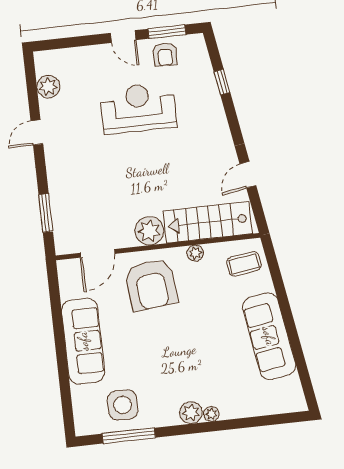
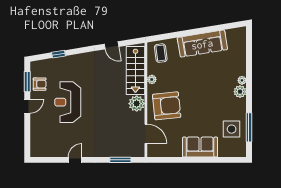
plant: (48, 87) -> (50, 151), removed
door: (37, 132) -> (75, 160), swing flipped
sofa: (83, 341) -> (200, 147), width x0.73

